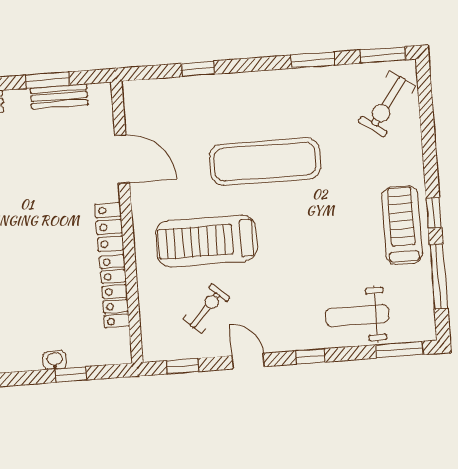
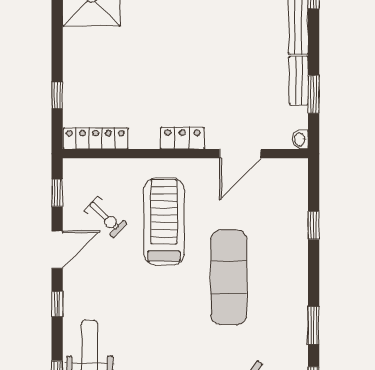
bench: (59, 96) -> (299, 81), moved
locker: (115, 291) -> (95, 139), moved
washbasin: (55, 360) -> (300, 139), moved, turned 180
door: (248, 361) -> (57, 250), width x1.38

